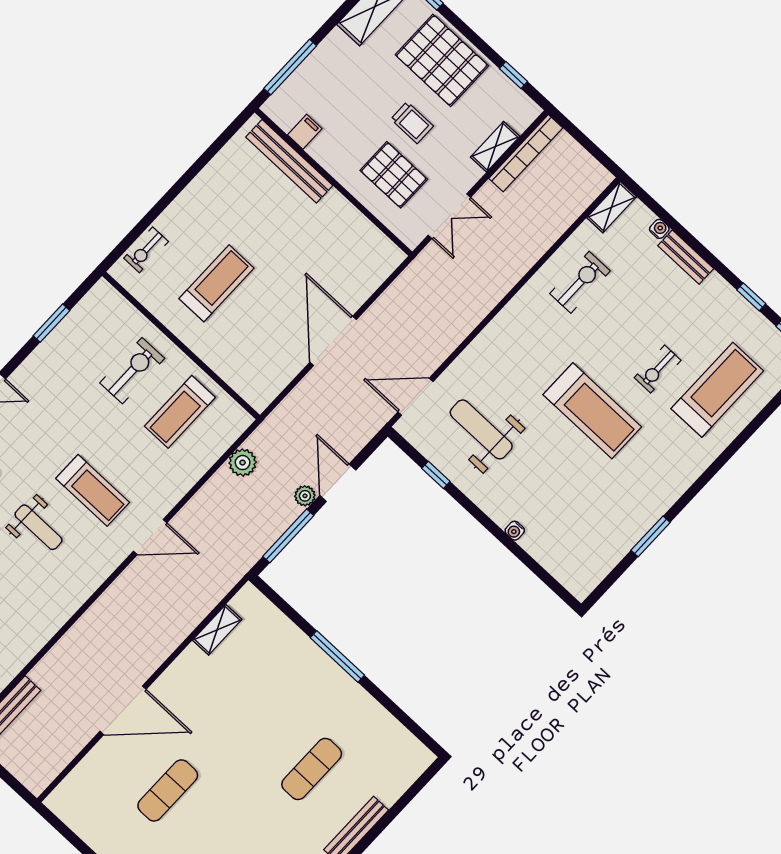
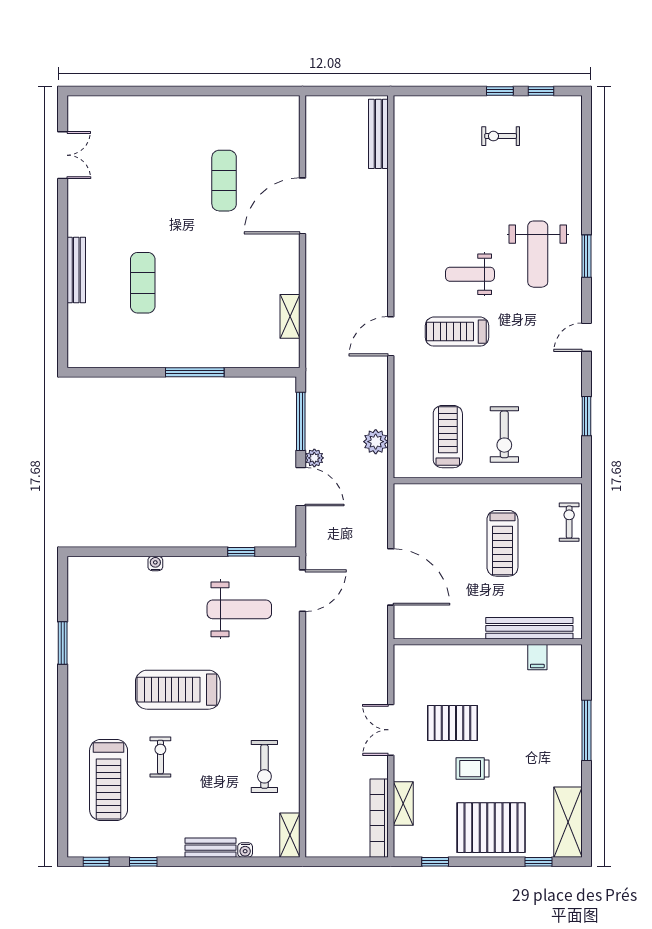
filing cabinet: (305, 132) -> (537, 657), moved
bench: (289, 161) -> (529, 628), moved
wall: (334, 182) -> (488, 642), moved

